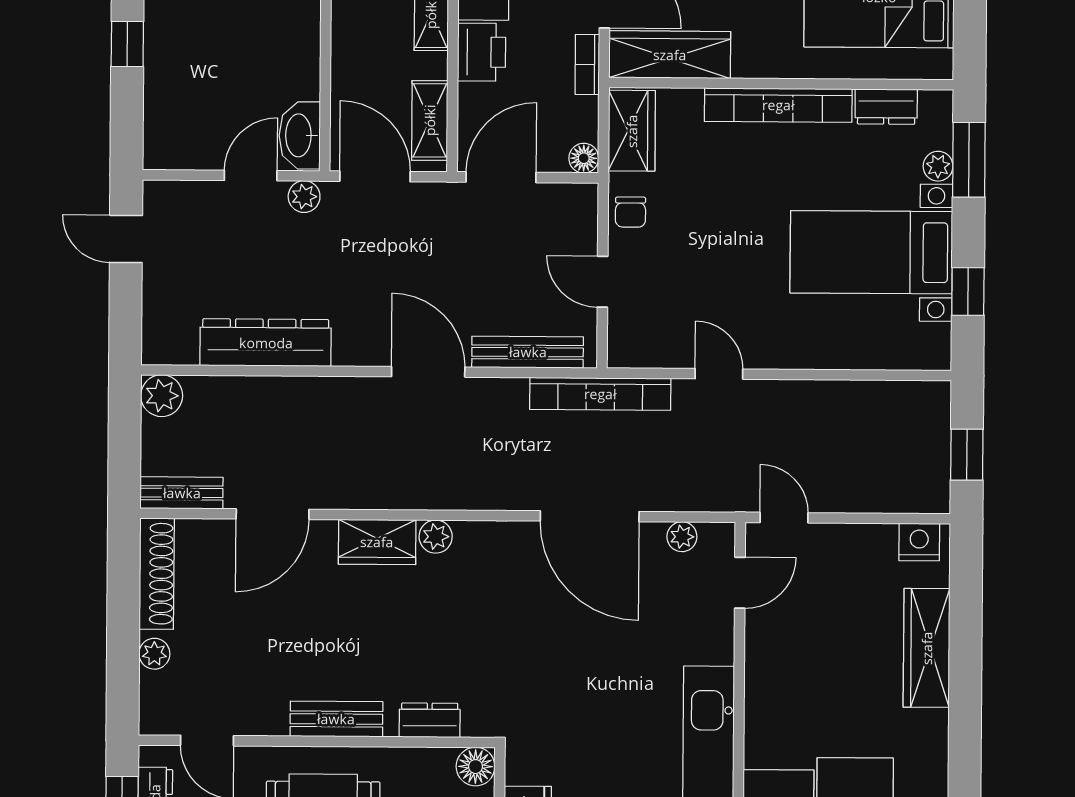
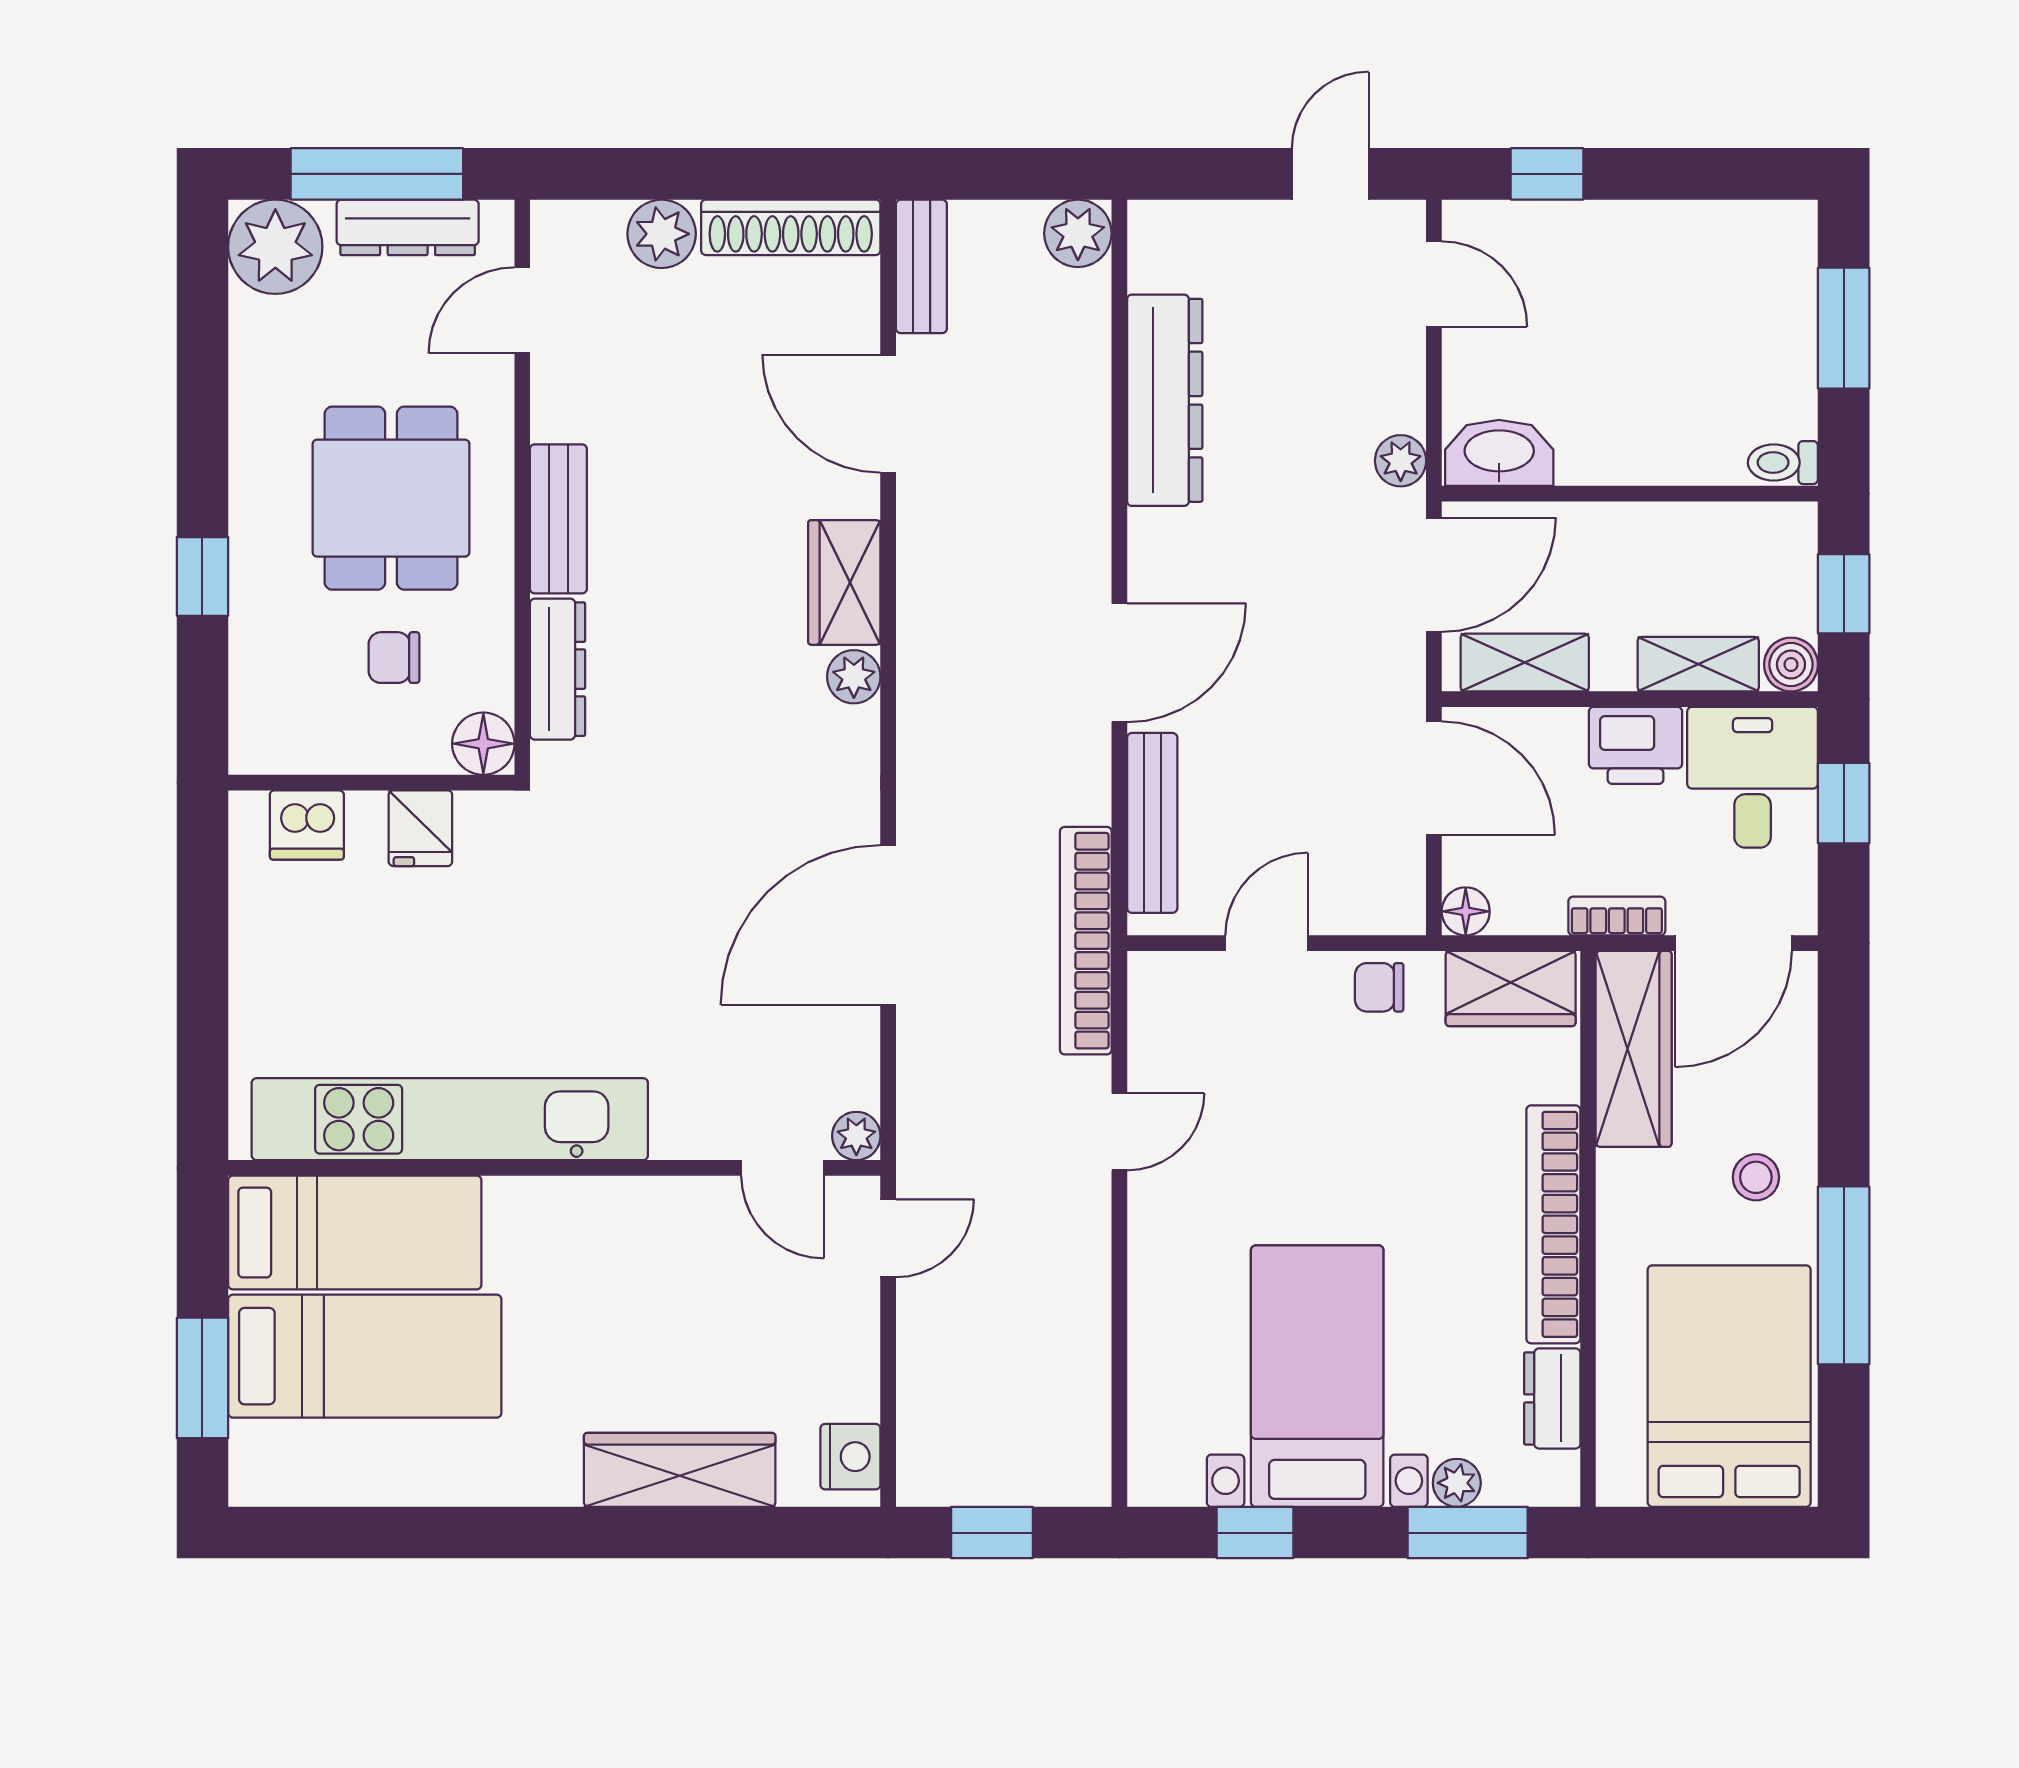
window: (127, 44) -> (1547, 174), moved
door: (251, 176) -> (1434, 284), moved
plant: (682, 537) -> (856, 1136), moved
plant: (154, 654) -> (662, 234), width x1.38, depth x1.38
dresser: (430, 720) -> (558, 669), width x1.44

